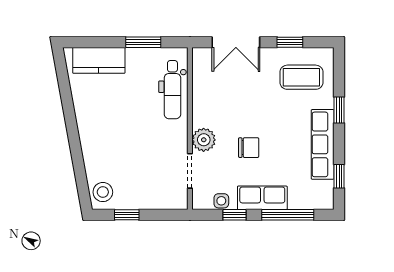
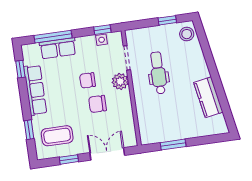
kitchen counter: (99, 60) -> (208, 97), moved, turned -100
dental chair: (172, 90) -> (158, 73), moved
window: (339, 110) -> (29, 130), moved
chair: (239, 113) -> (98, 104), added
row of seats: (262, 198) -> (58, 48), moved
window: (235, 215) -> (102, 30), moved

